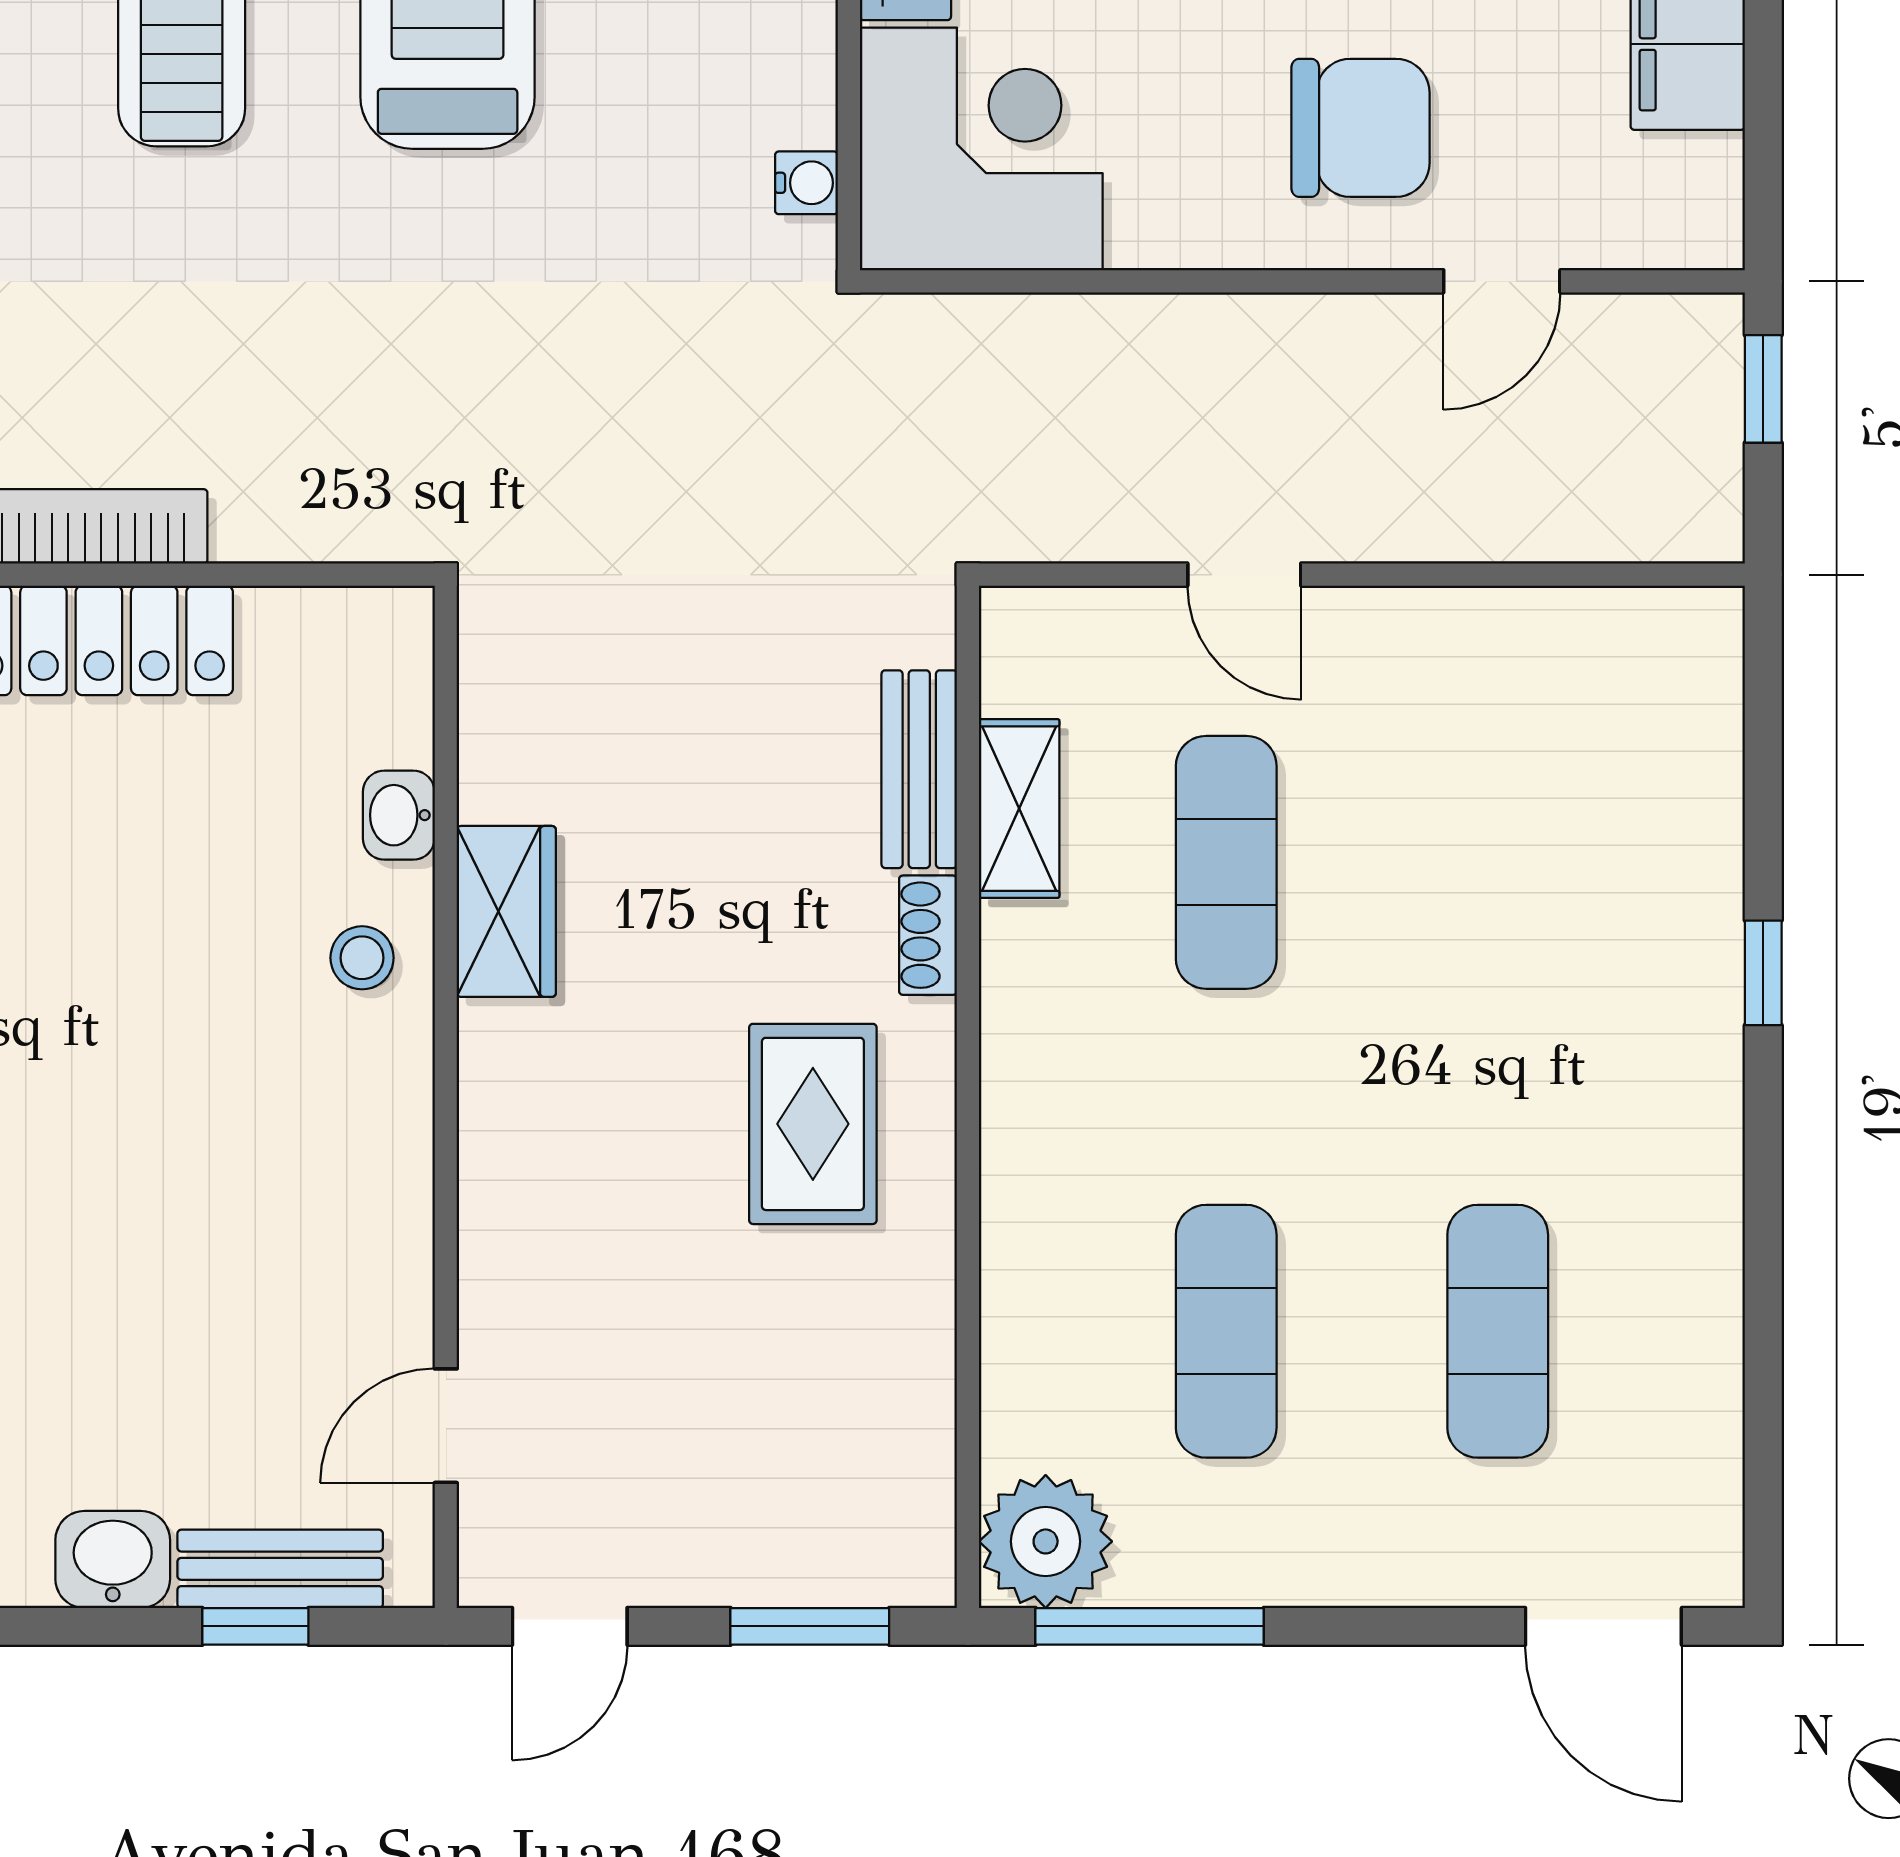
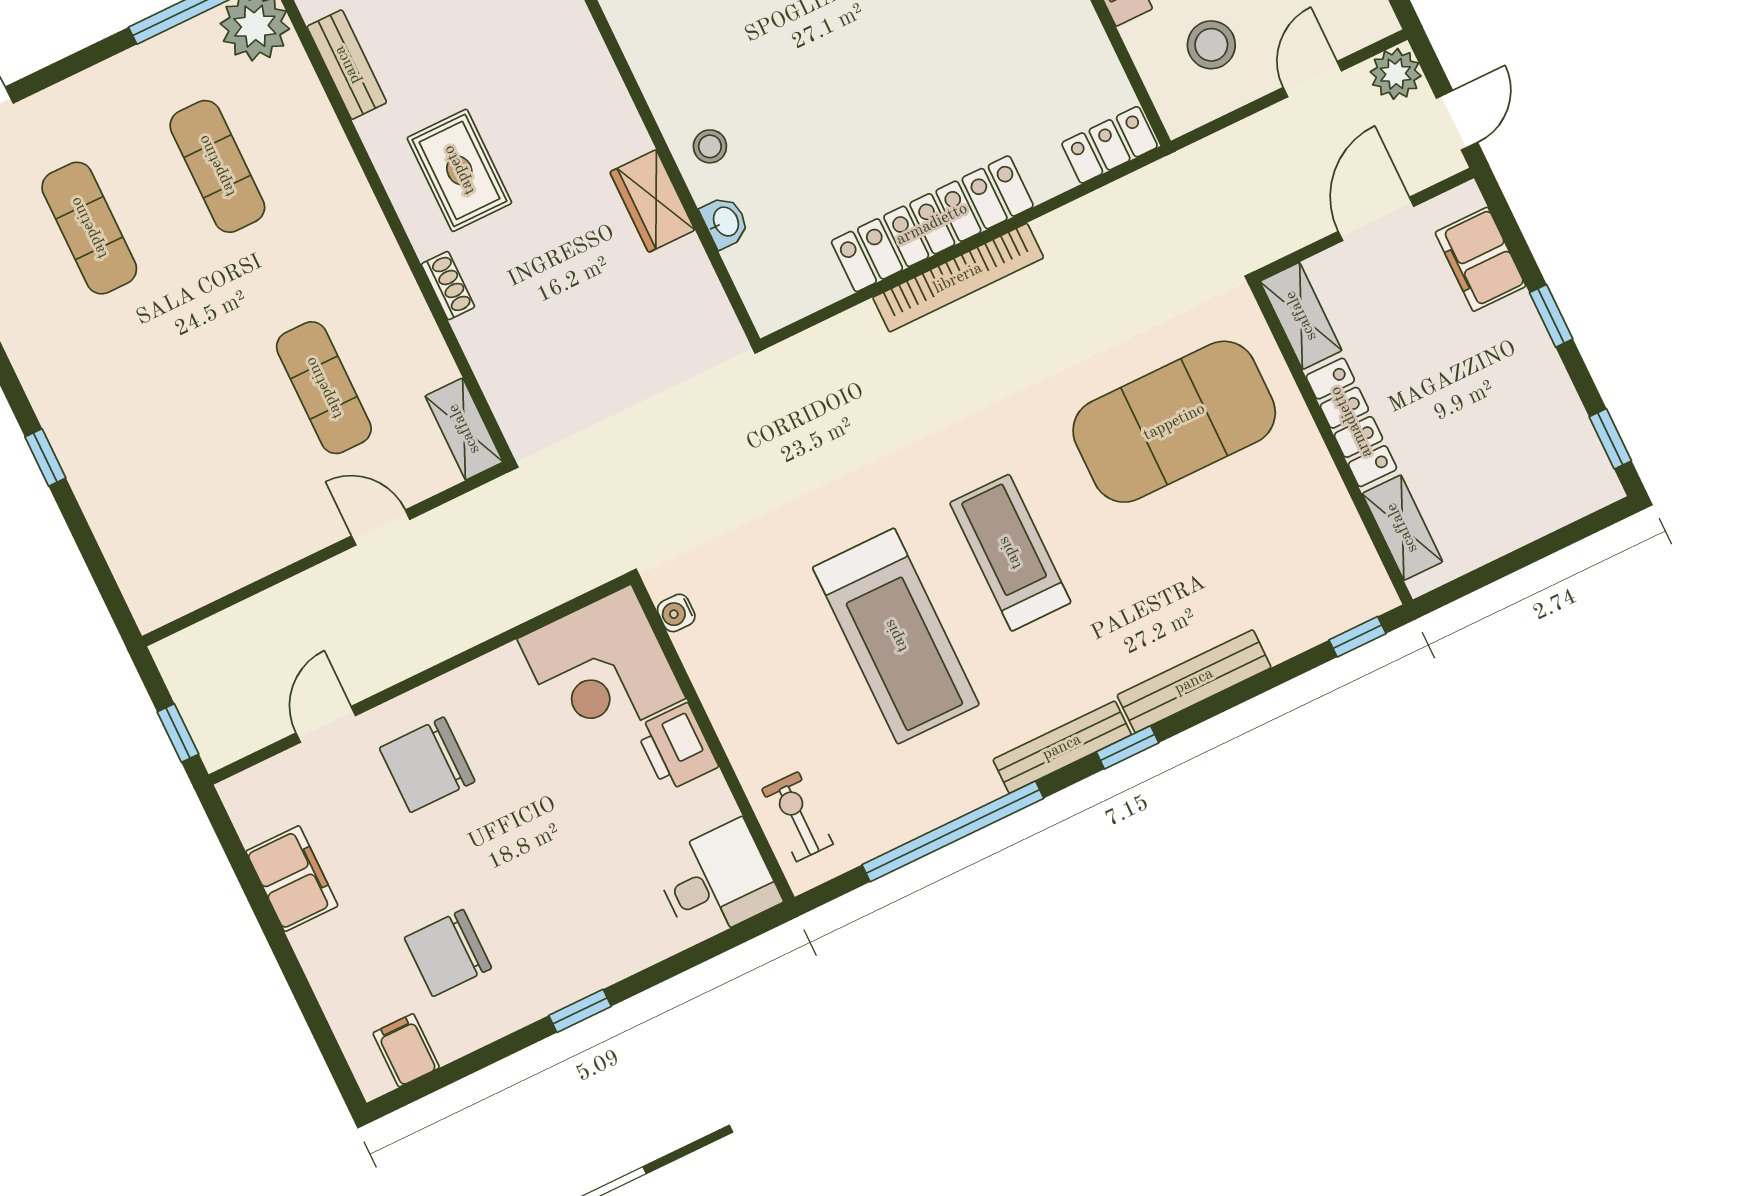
bench: (919, 769) -> (347, 65), moved
shelving: (1019, 809) -> (464, 429), moved

